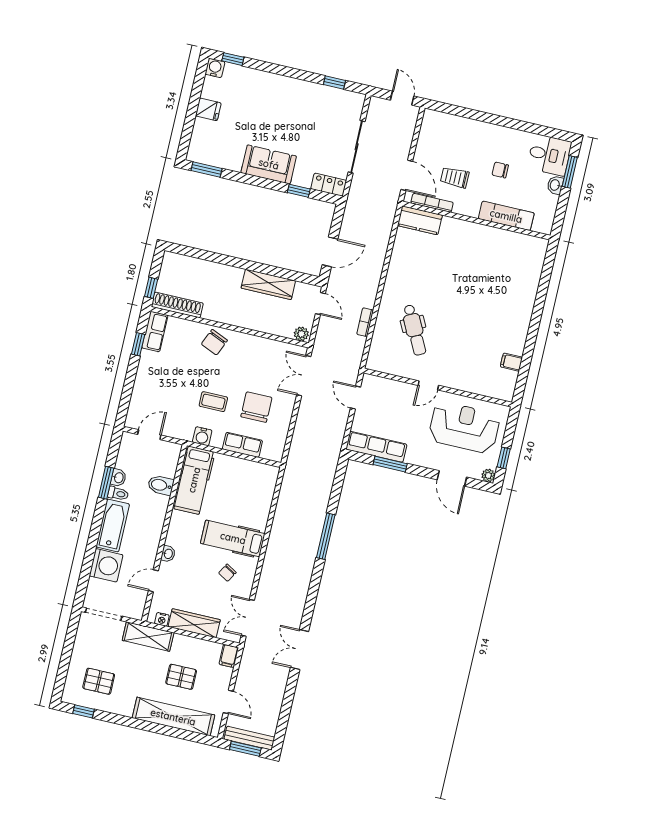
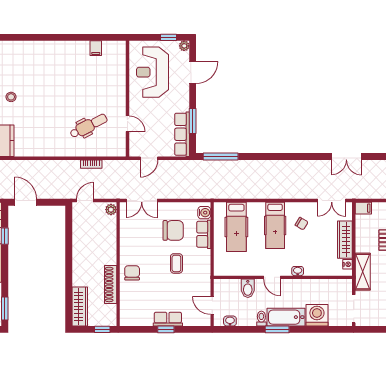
stool: (474, 240) -> (11, 97), added
door: (330, 252) -> (26, 202), moved
wardrobe: (268, 284) -> (80, 306), moved
shoe rack: (177, 305) -> (111, 284), moved
row of seats: (155, 332) -> (168, 319), moved
chair: (214, 342) -> (132, 273), turned -113
window: (138, 344) -> (166, 329), moved
door: (428, 385) -> (127, 124), moved
chair: (256, 407) -> (173, 230), turned 180
water cooler: (202, 436) -> (204, 213), moved
washbasin: (118, 478) -> (230, 321), moved
hospital bed: (194, 480) -> (236, 227), moved, turned 90
window: (106, 483) -> (277, 329), moved
window: (326, 536) -> (221, 157), moved
door: (153, 581) -> (272, 277), moved

